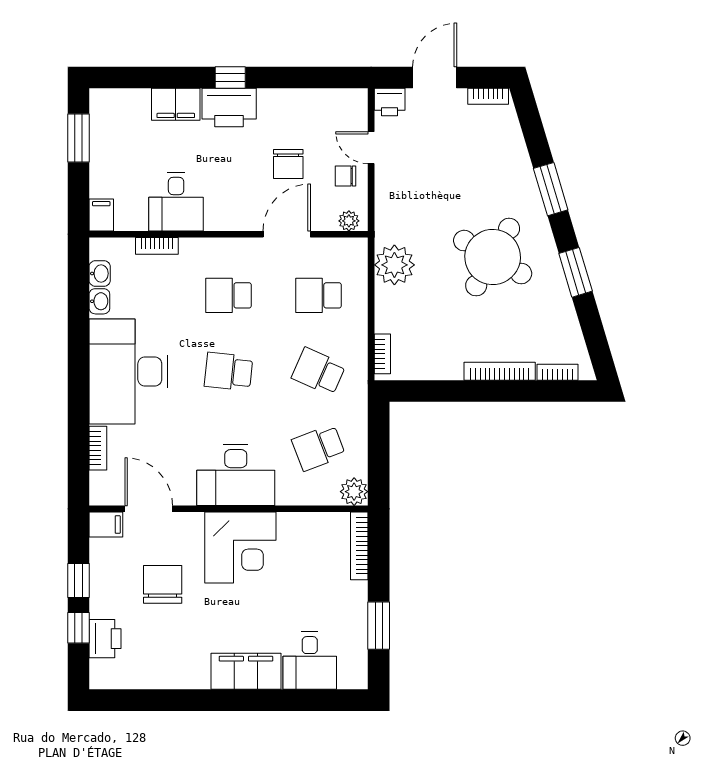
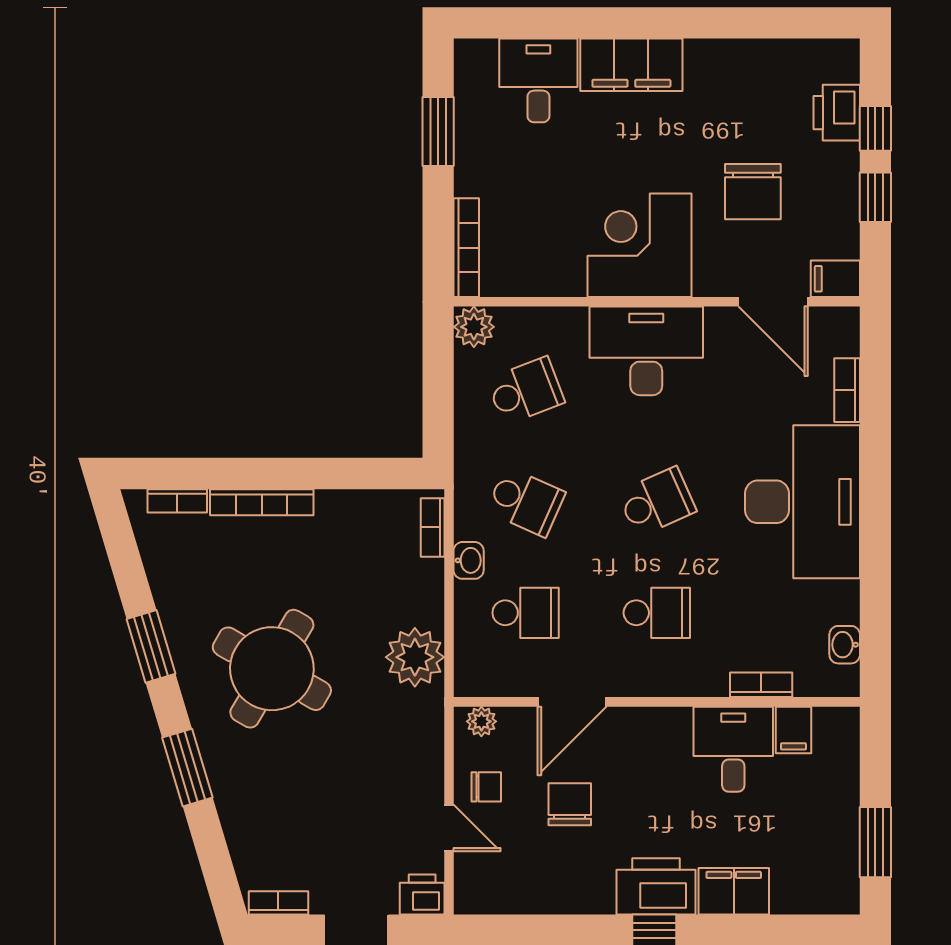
filing cabinet: (101, 215) -> (794, 730), moved
washbasin: (99, 301) -> (469, 560), moved, turned 180
school desk: (229, 372) -> (657, 502), turned -30

